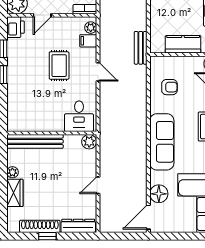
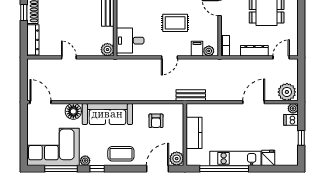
floor lamp: (159, 194) -> (73, 111), moved

